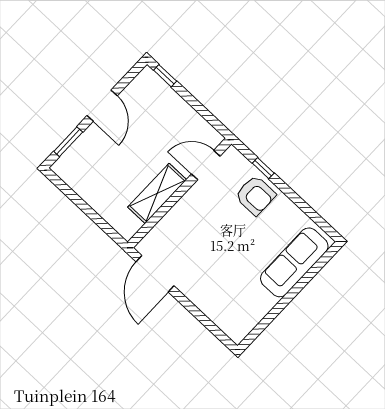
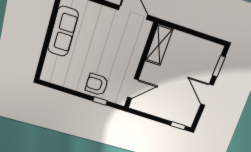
shelving: (157, 193) -> (159, 45), moved
sofa: (294, 262) -> (63, 31), moved

